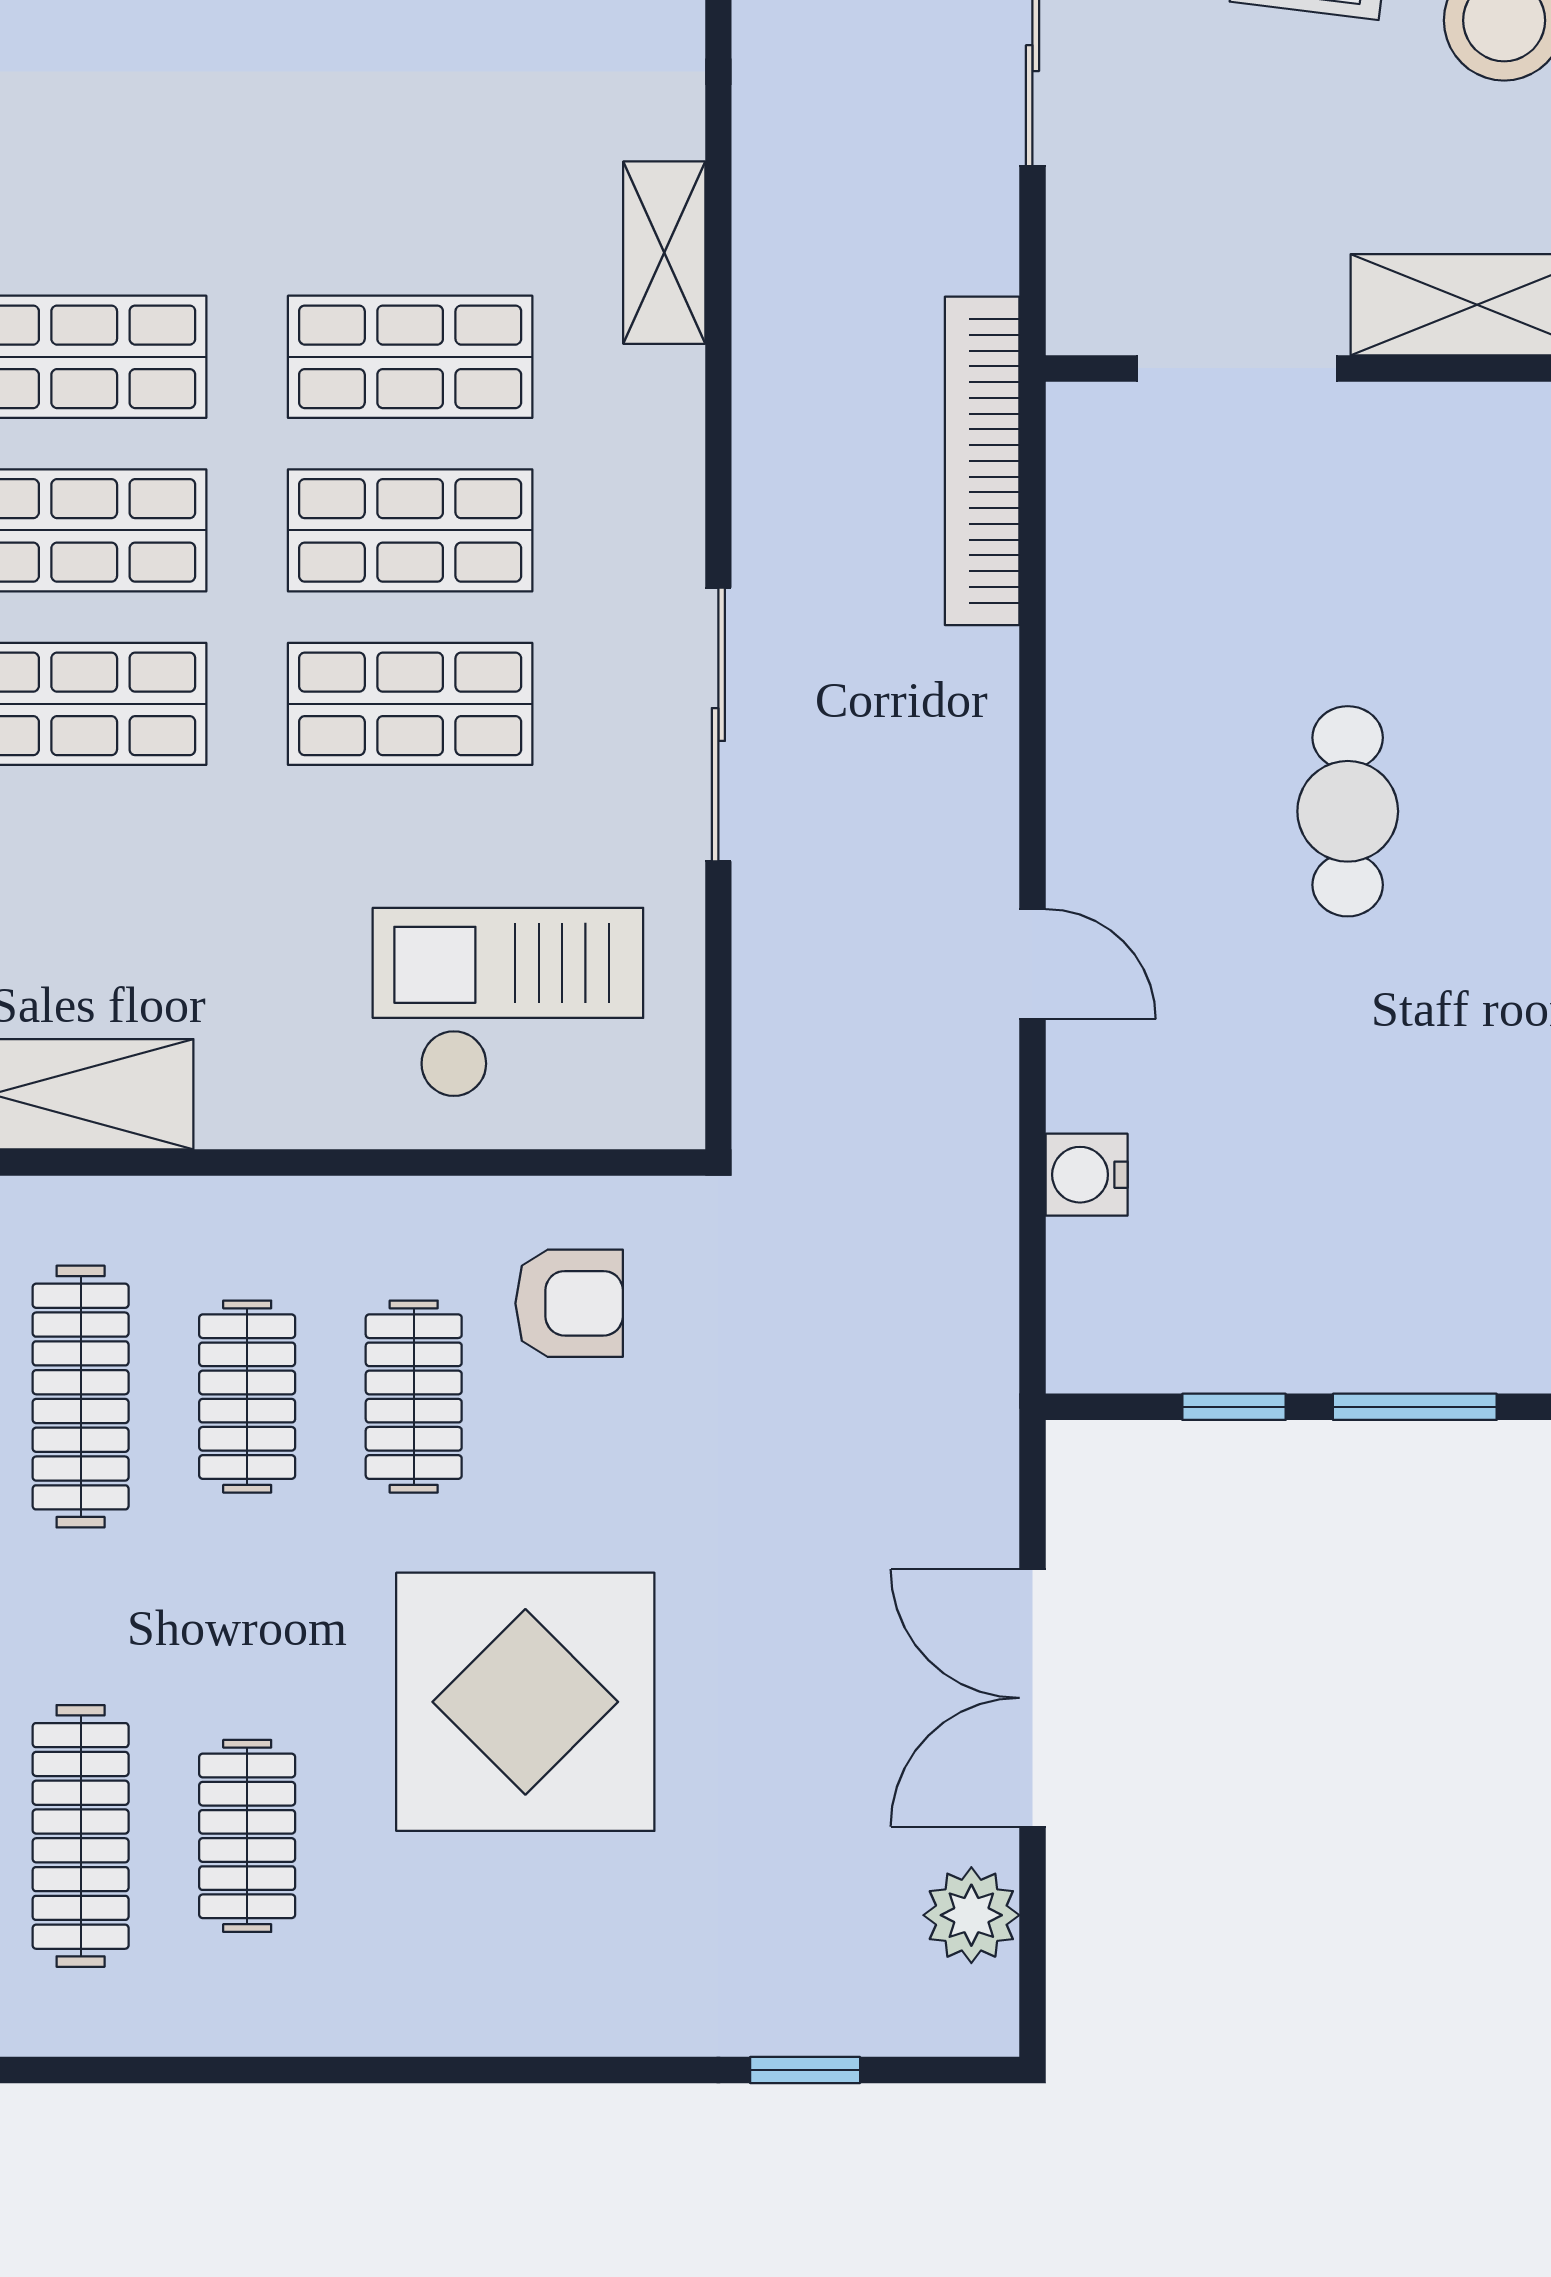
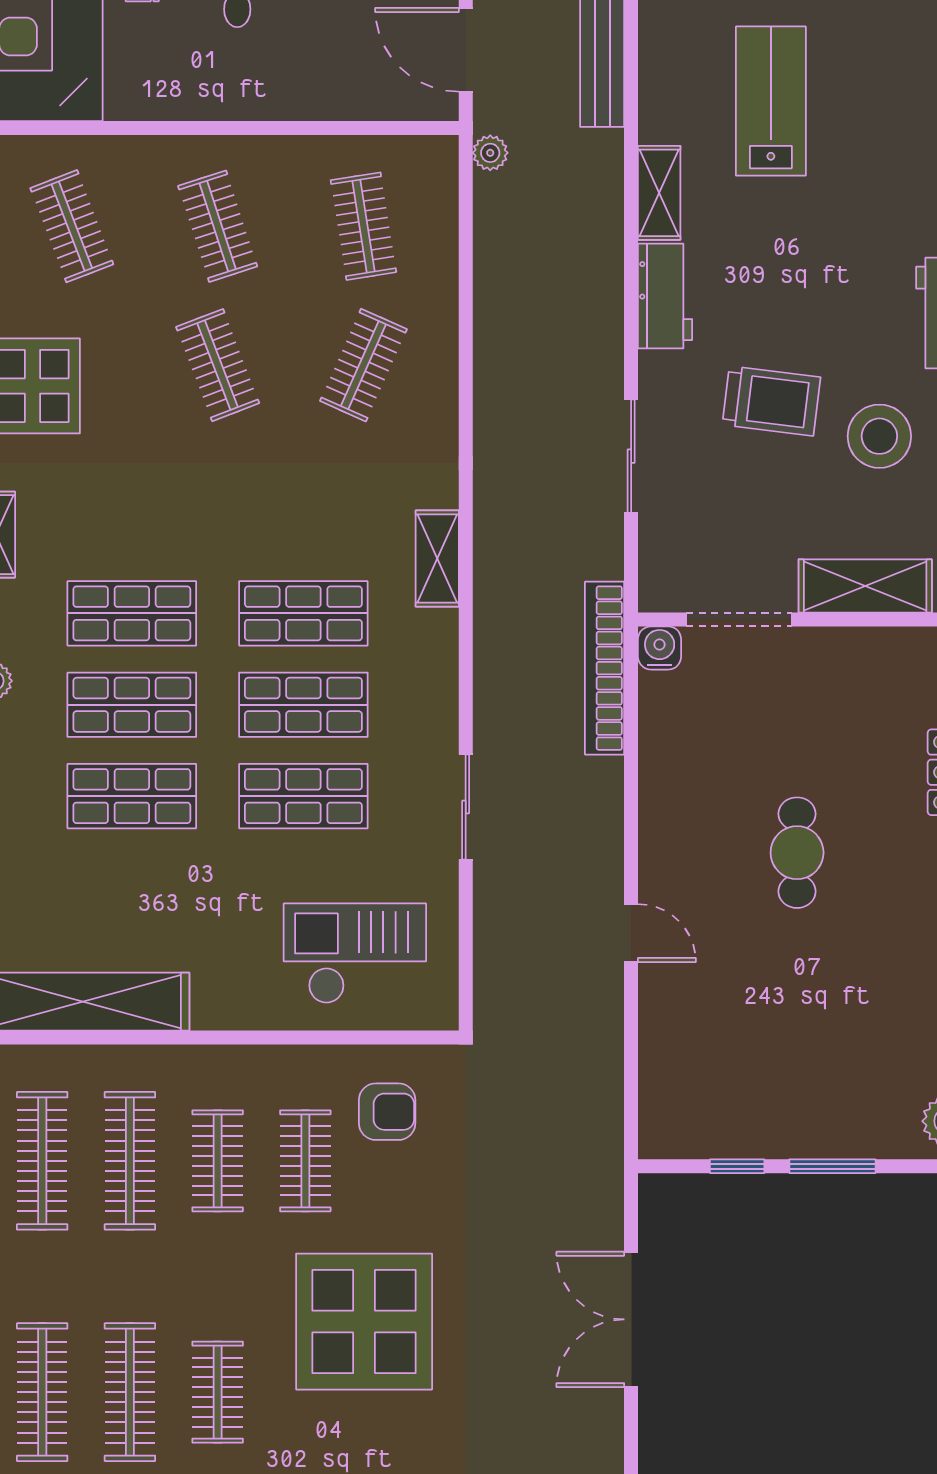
sliding door: (718, 725) -> (466, 807), width x0.73
water cooler: (1087, 1175) -> (660, 648), moved, turned 90
plant: (971, 1915) -> (599, 1434), removed

